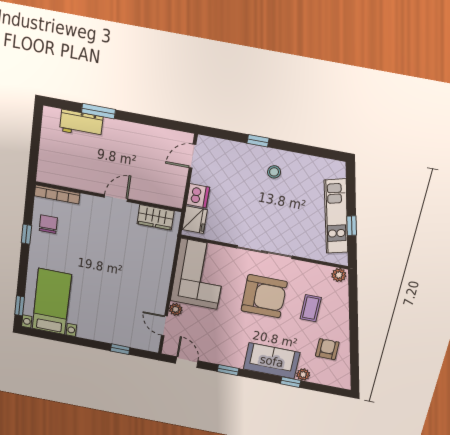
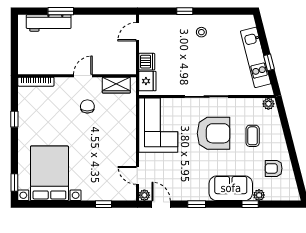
workbench: (81, 124) -> (49, 23), width x1.38
chair: (48, 224) -> (87, 106), moved
bed with nightstands: (52, 302) -> (49, 173), width x1.36
plant: (176, 309) -> (144, 195), moved
armchair: (327, 349) -> (274, 168), turned -90

